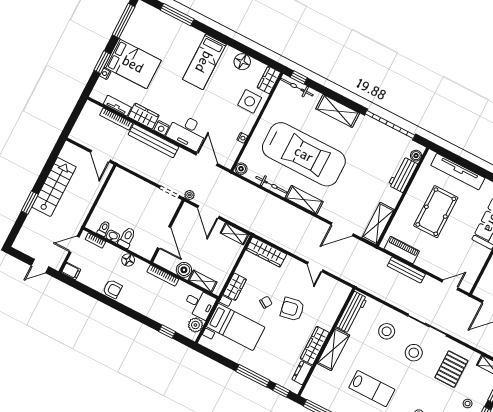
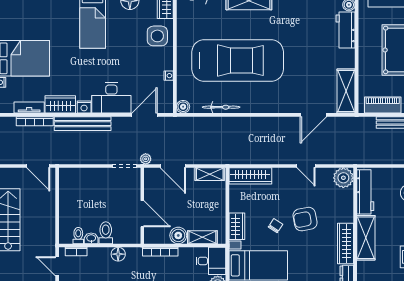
door: (207, 159) -> (145, 115), hinge flipped
shelving: (304, 200) -> (261, 105), removed
door: (74, 244) -> (57, 266), hinge flipped
plant: (340, 292) -> (343, 178), added

